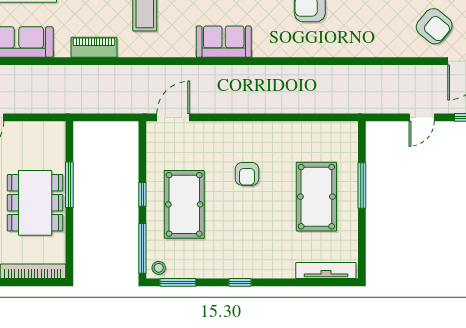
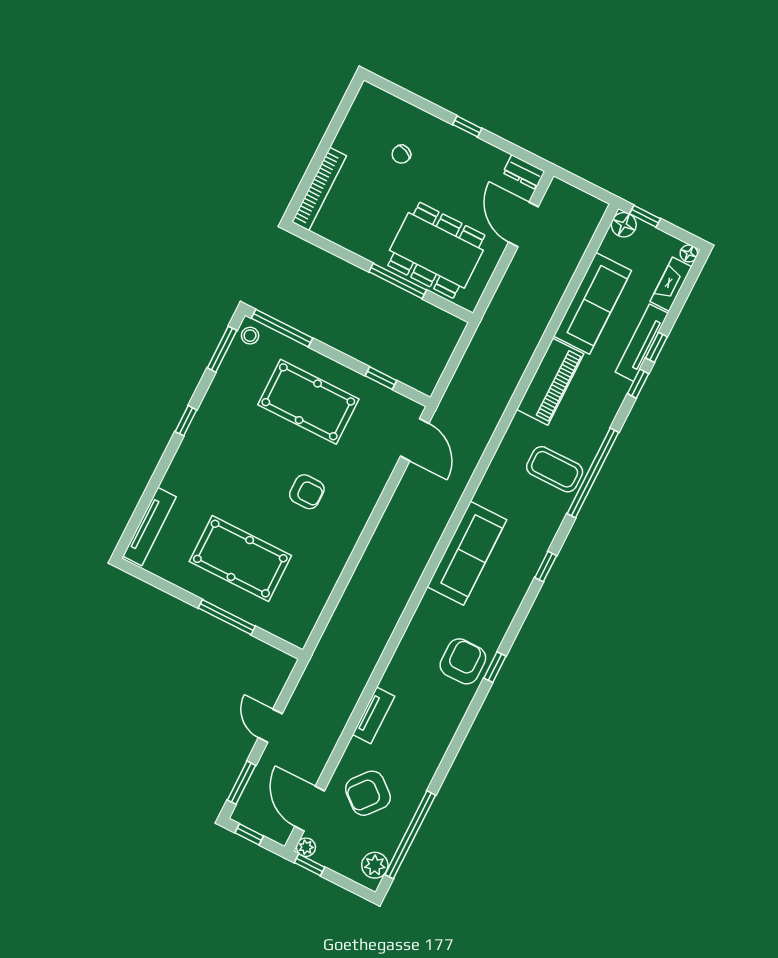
sofa: (224, 42) -> (467, 553), width x1.36
piano: (94, 47) -> (550, 382), width x1.37, depth x1.33
tv unit: (378, 50) -> (374, 715), added
armchair: (247, 174) -> (307, 492), turned 180
window: (142, 194) -> (381, 378), moved
dining table: (35, 203) -> (436, 250), moved

